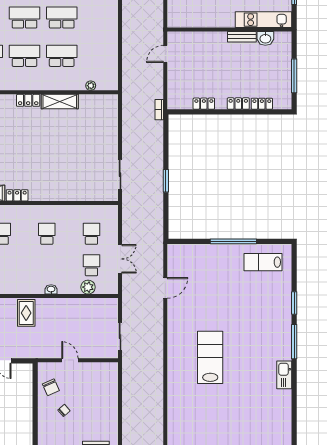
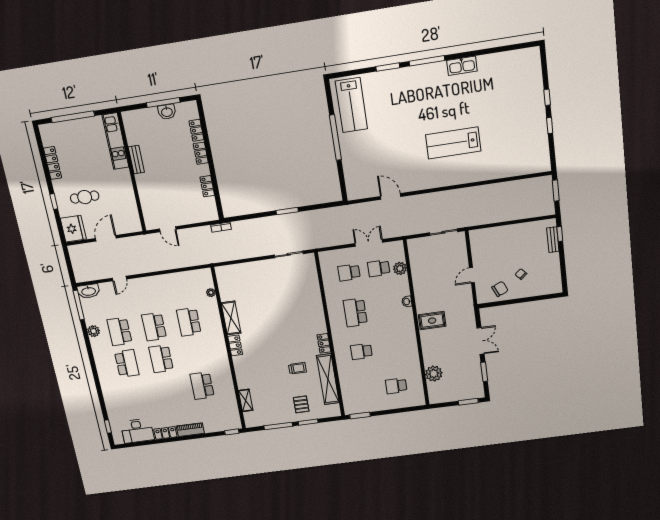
washbasin: (265, 38) -> (167, 112), moved, turned 90
school desk: (24, 56) -> (195, 354), removed
school desk: (47, 234) -> (355, 312), width x1.85
lab bench: (263, 262) -> (351, 105), width x1.36, depth x1.39

